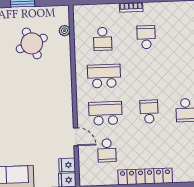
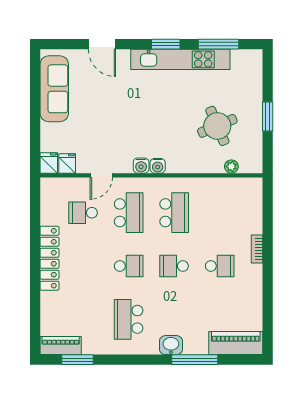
school desk: (103, 39) -> (174, 266), moved
water cooler: (66, 91) -> (158, 166), added
water cooler: (67, 104) -> (141, 166), added

